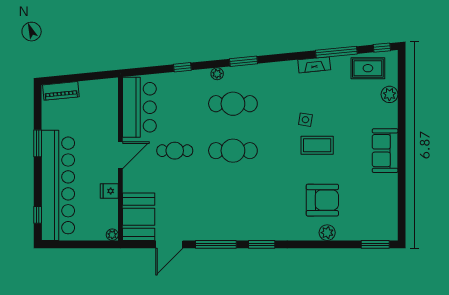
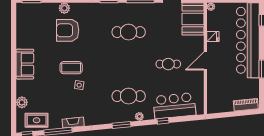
bar counter: (139, 107) -> (174, 106), moved, turned 84
cafe table: (233, 151) -> (129, 32), moved

